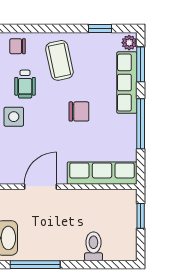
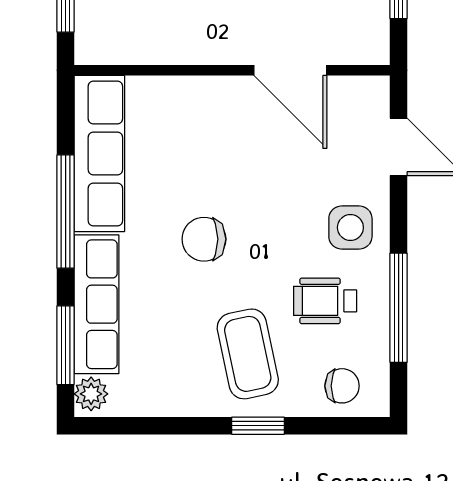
window: (100, 28) -> (258, 426), moved
wheelchair: (25, 84) -> (325, 301), turned -90
row of seats: (102, 173) -> (99, 153), moved, turned -90
door: (40, 187) -> (290, 70), hinge flipped

